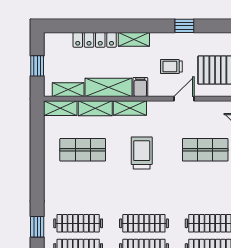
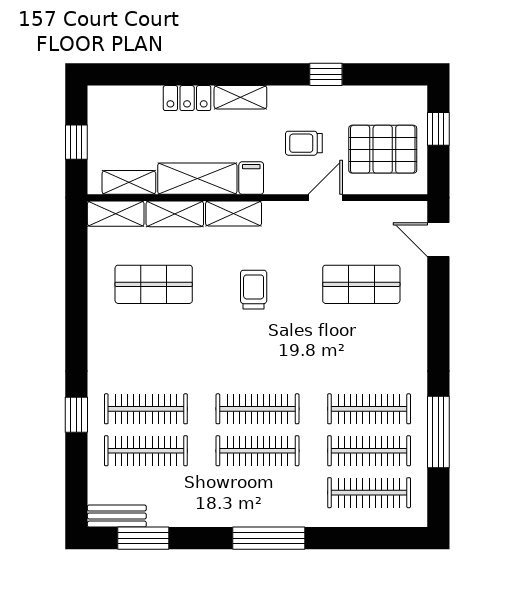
locker: (95, 40) -> (187, 98), width x0.66
trolley: (142, 153) -> (254, 290), width x0.73, depth x0.72

